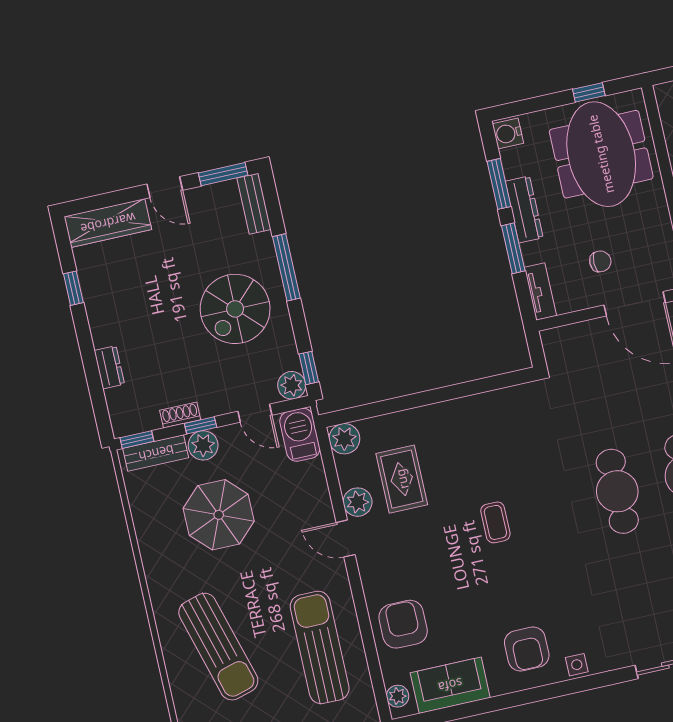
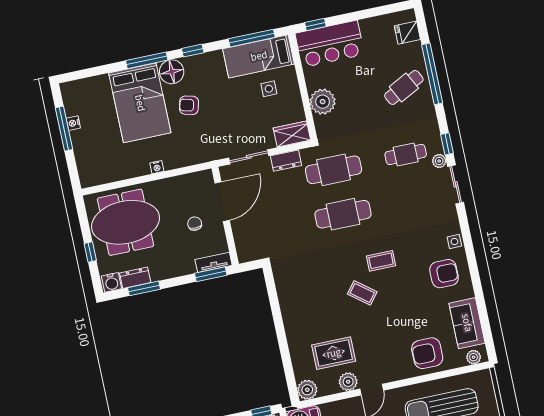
window: (589, 92) -> (90, 252), moved
dresser: (524, 209) -> (135, 278), moved, width x0.70
window: (513, 248) -> (211, 274), moved
coffee table: (495, 522) -> (362, 293), turned 38
coffee table: (546, 551) -> (381, 261), added

